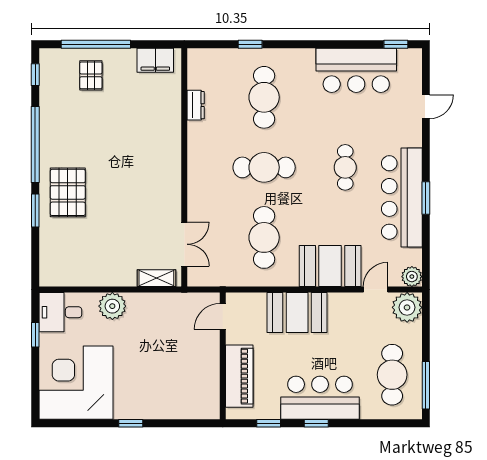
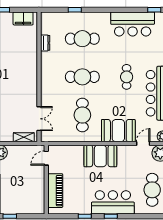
cafe table: (264, 97) -> (82, 39), turned 90
door: (223, 316) -> (46, 158), moved
wall: (223, 356) -> (46, 180), moved
piano: (239, 376) -> (55, 191), moved

